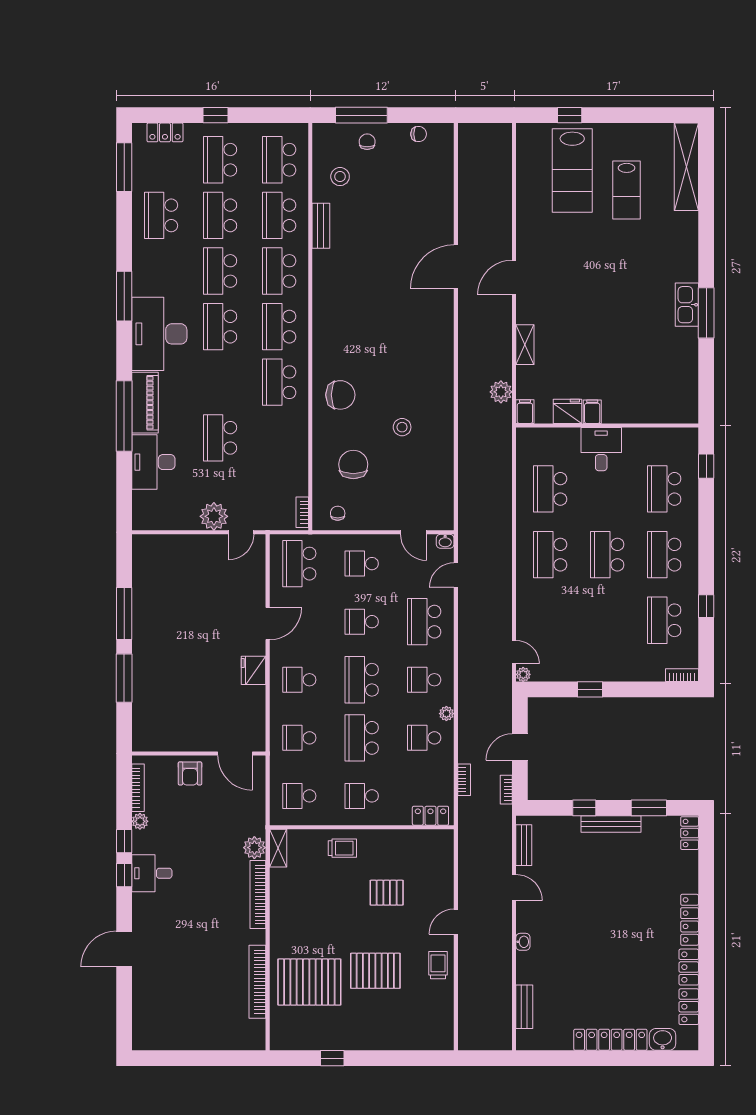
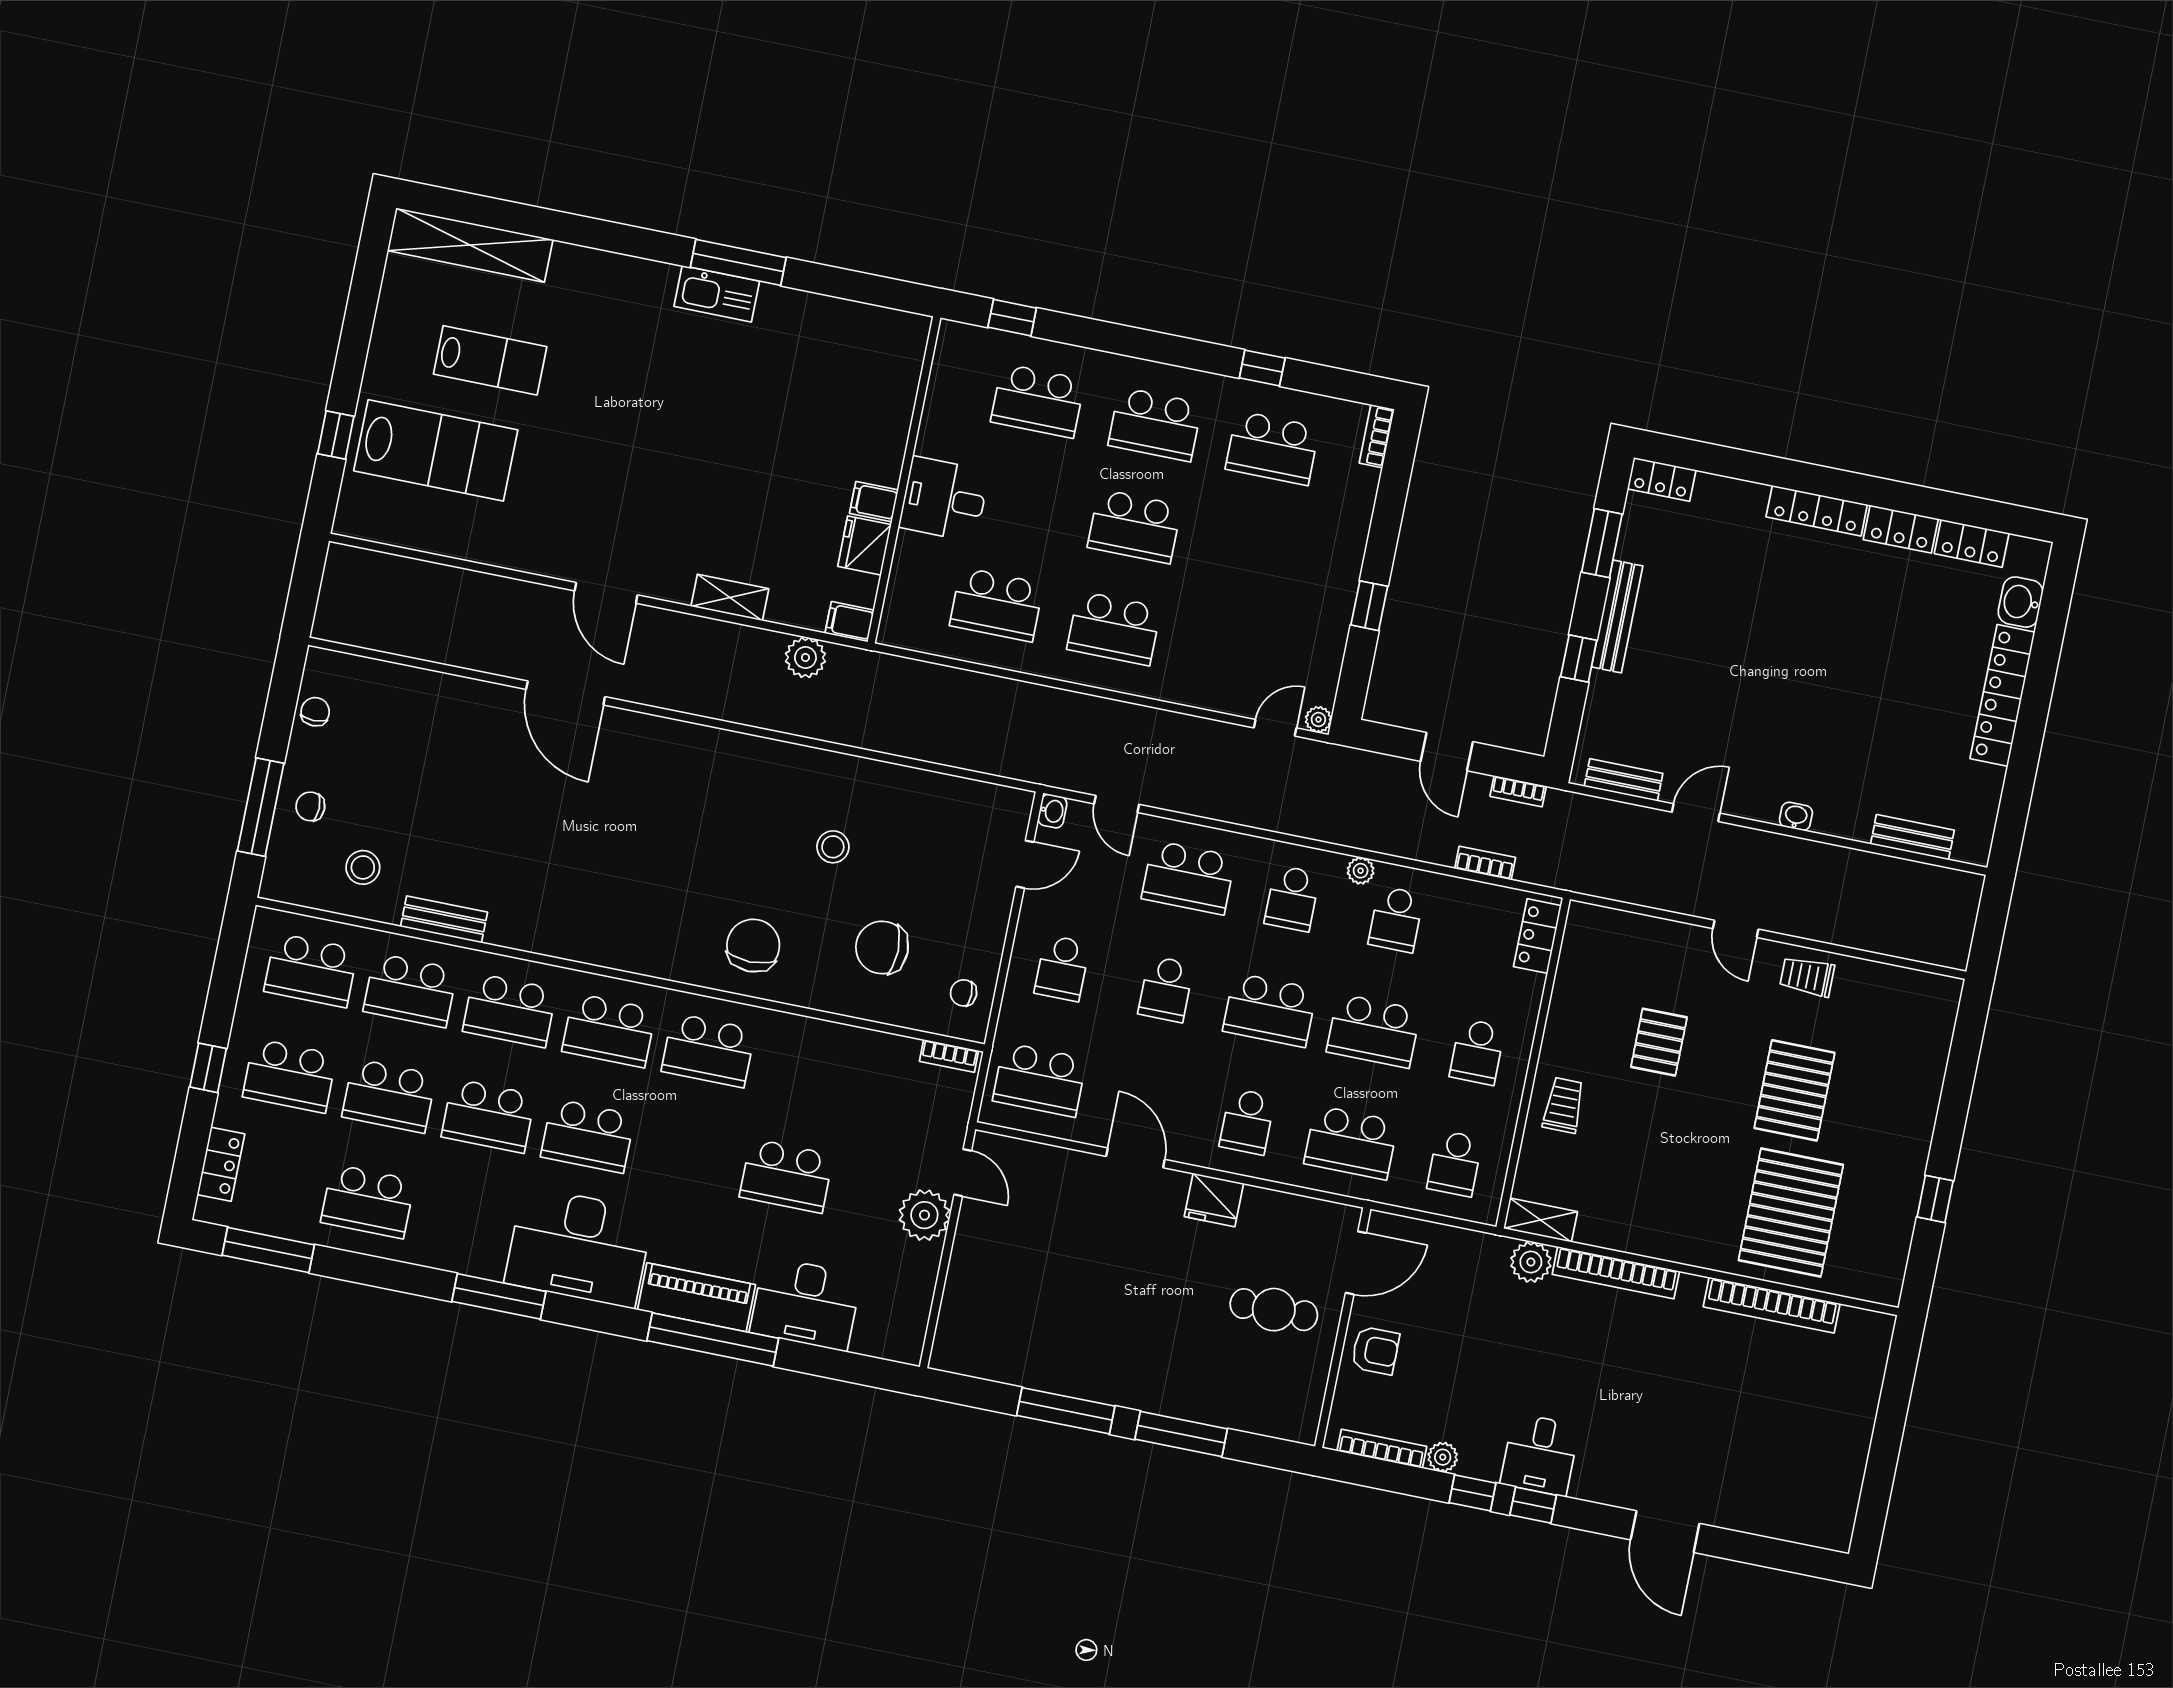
cafe table: (201, 714) -> (1274, 1310), added
school desk: (299, 738) -> (1351, 1142), width x1.85

